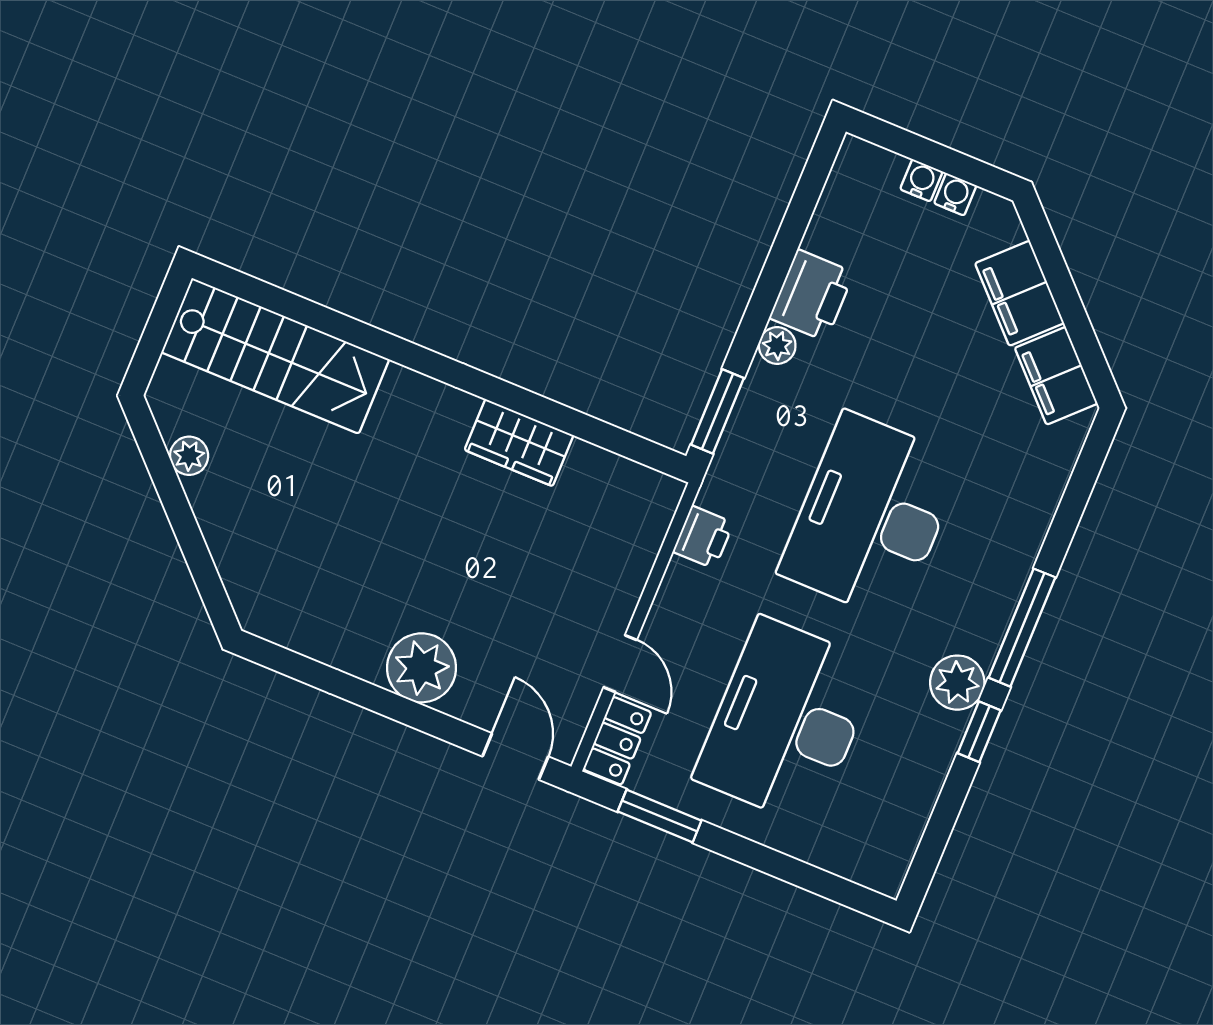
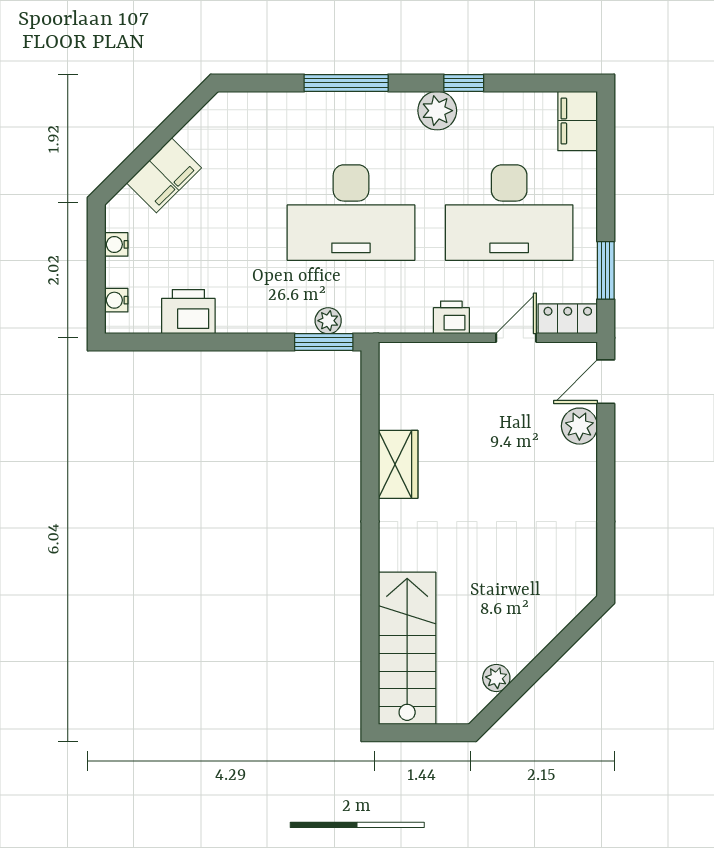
water cooler: (921, 180) -> (116, 300), moved
printer: (812, 295) -> (188, 312), moved
plant: (777, 346) -> (328, 321), moved
filing cabinet: (1056, 376) -> (578, 121), moved, turned 135
printer: (703, 537) -> (451, 317), moved
window: (1022, 628) -> (346, 83), moved
plant: (422, 668) -> (579, 426), moved, width x0.73, depth x0.73

